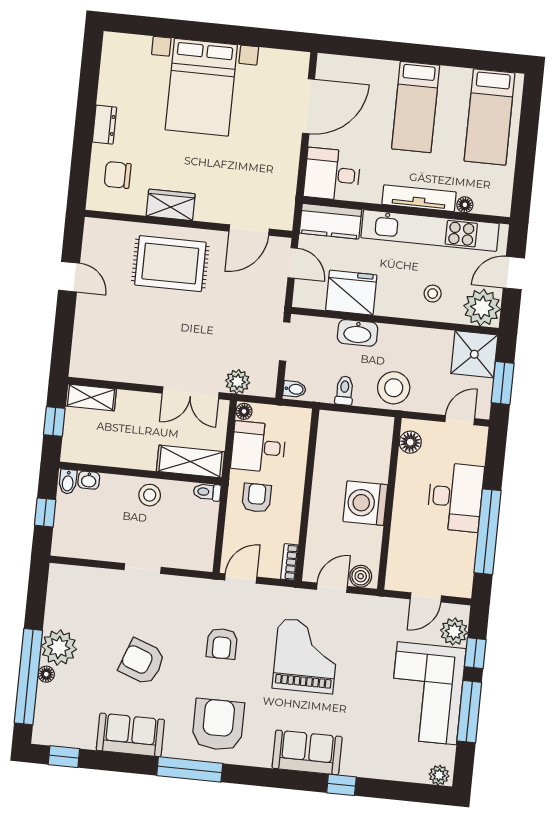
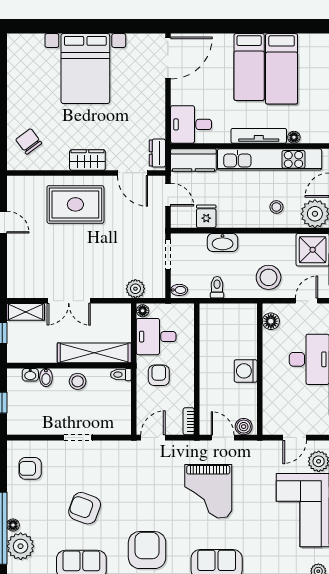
door: (309, 106) -> (168, 58), moved
bed: (490, 117) -> (282, 69), moved
dresser: (104, 125) -> (157, 153), moved, turned 180
chair: (118, 175) -> (29, 141), turned 53
wardrobe: (171, 205) -> (87, 160), moved
door: (249, 230) -> (133, 173), hinge flipped
fridge: (351, 293) -> (206, 216), width x0.53, depth x0.75
stool: (394, 388) -> (269, 277), moved
double door: (191, 393) -> (69, 301), moved
shelving: (190, 462) -> (94, 353), width x1.47
bidet: (68, 482) -> (46, 378), moved
washing machine: (365, 503) -> (246, 371), width x0.73, depth x0.73
door: (332, 588) -> (223, 438), hinge flipped
armchair: (222, 644) -> (30, 468), moved, turned 90
plant: (59, 647) -> (21, 546), moved
grand piano: (306, 656) -> (208, 491), turned 180

